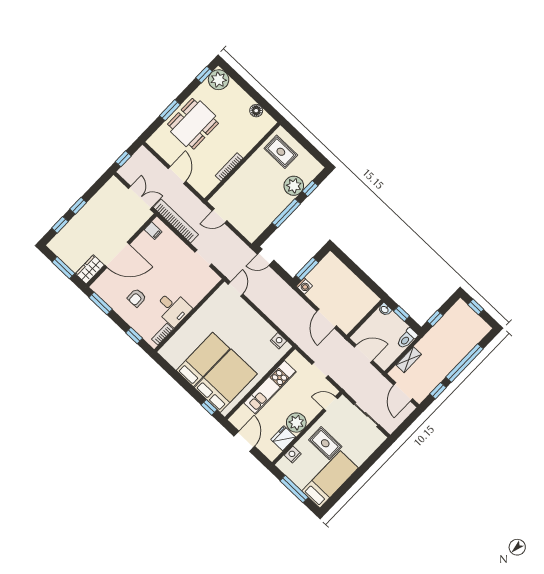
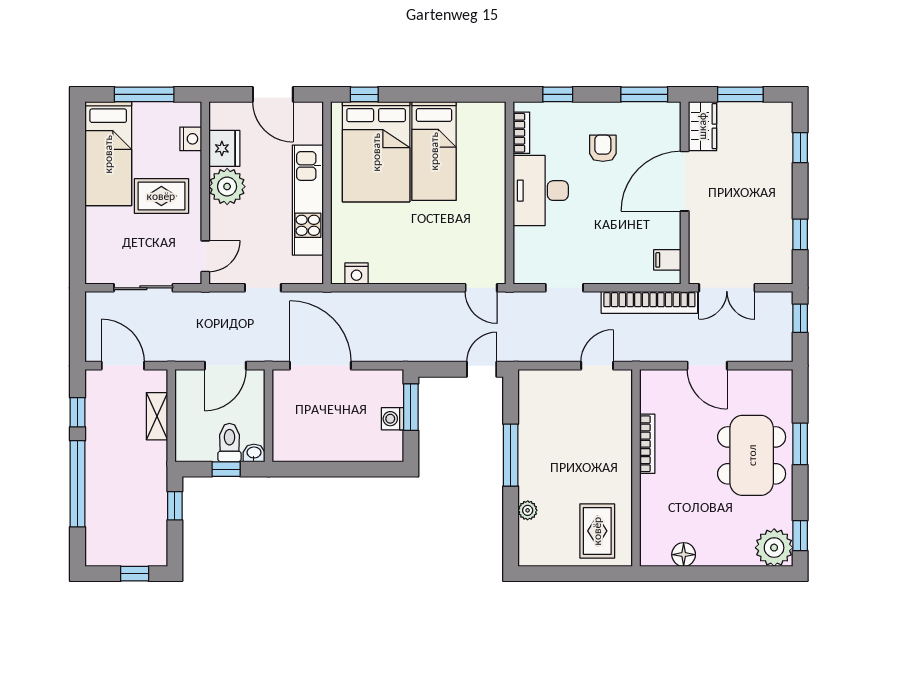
rug: (281, 152) -> (597, 531), turned 90
plant: (294, 186) -> (528, 510), width x0.53, depth x0.53
window: (310, 188) -> (511, 519), removed
window: (78, 206) -> (800, 234), moved
washing machine: (304, 286) -> (392, 419), moved
desk: (173, 308) -> (541, 191), width x1.37
door: (327, 319) -> (320, 366), width x1.36
toilet: (407, 338) -> (229, 443), moved

